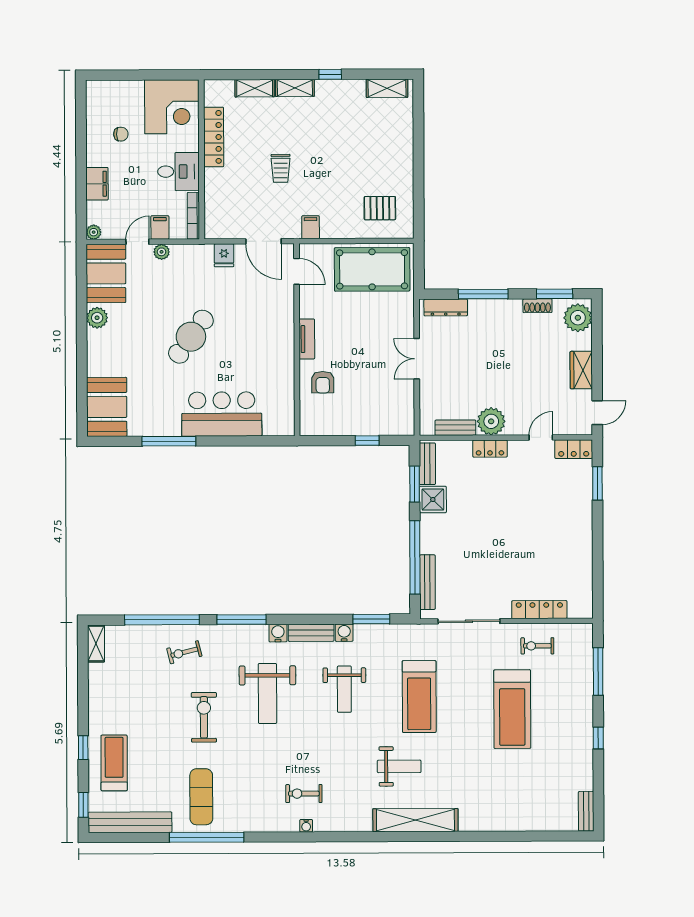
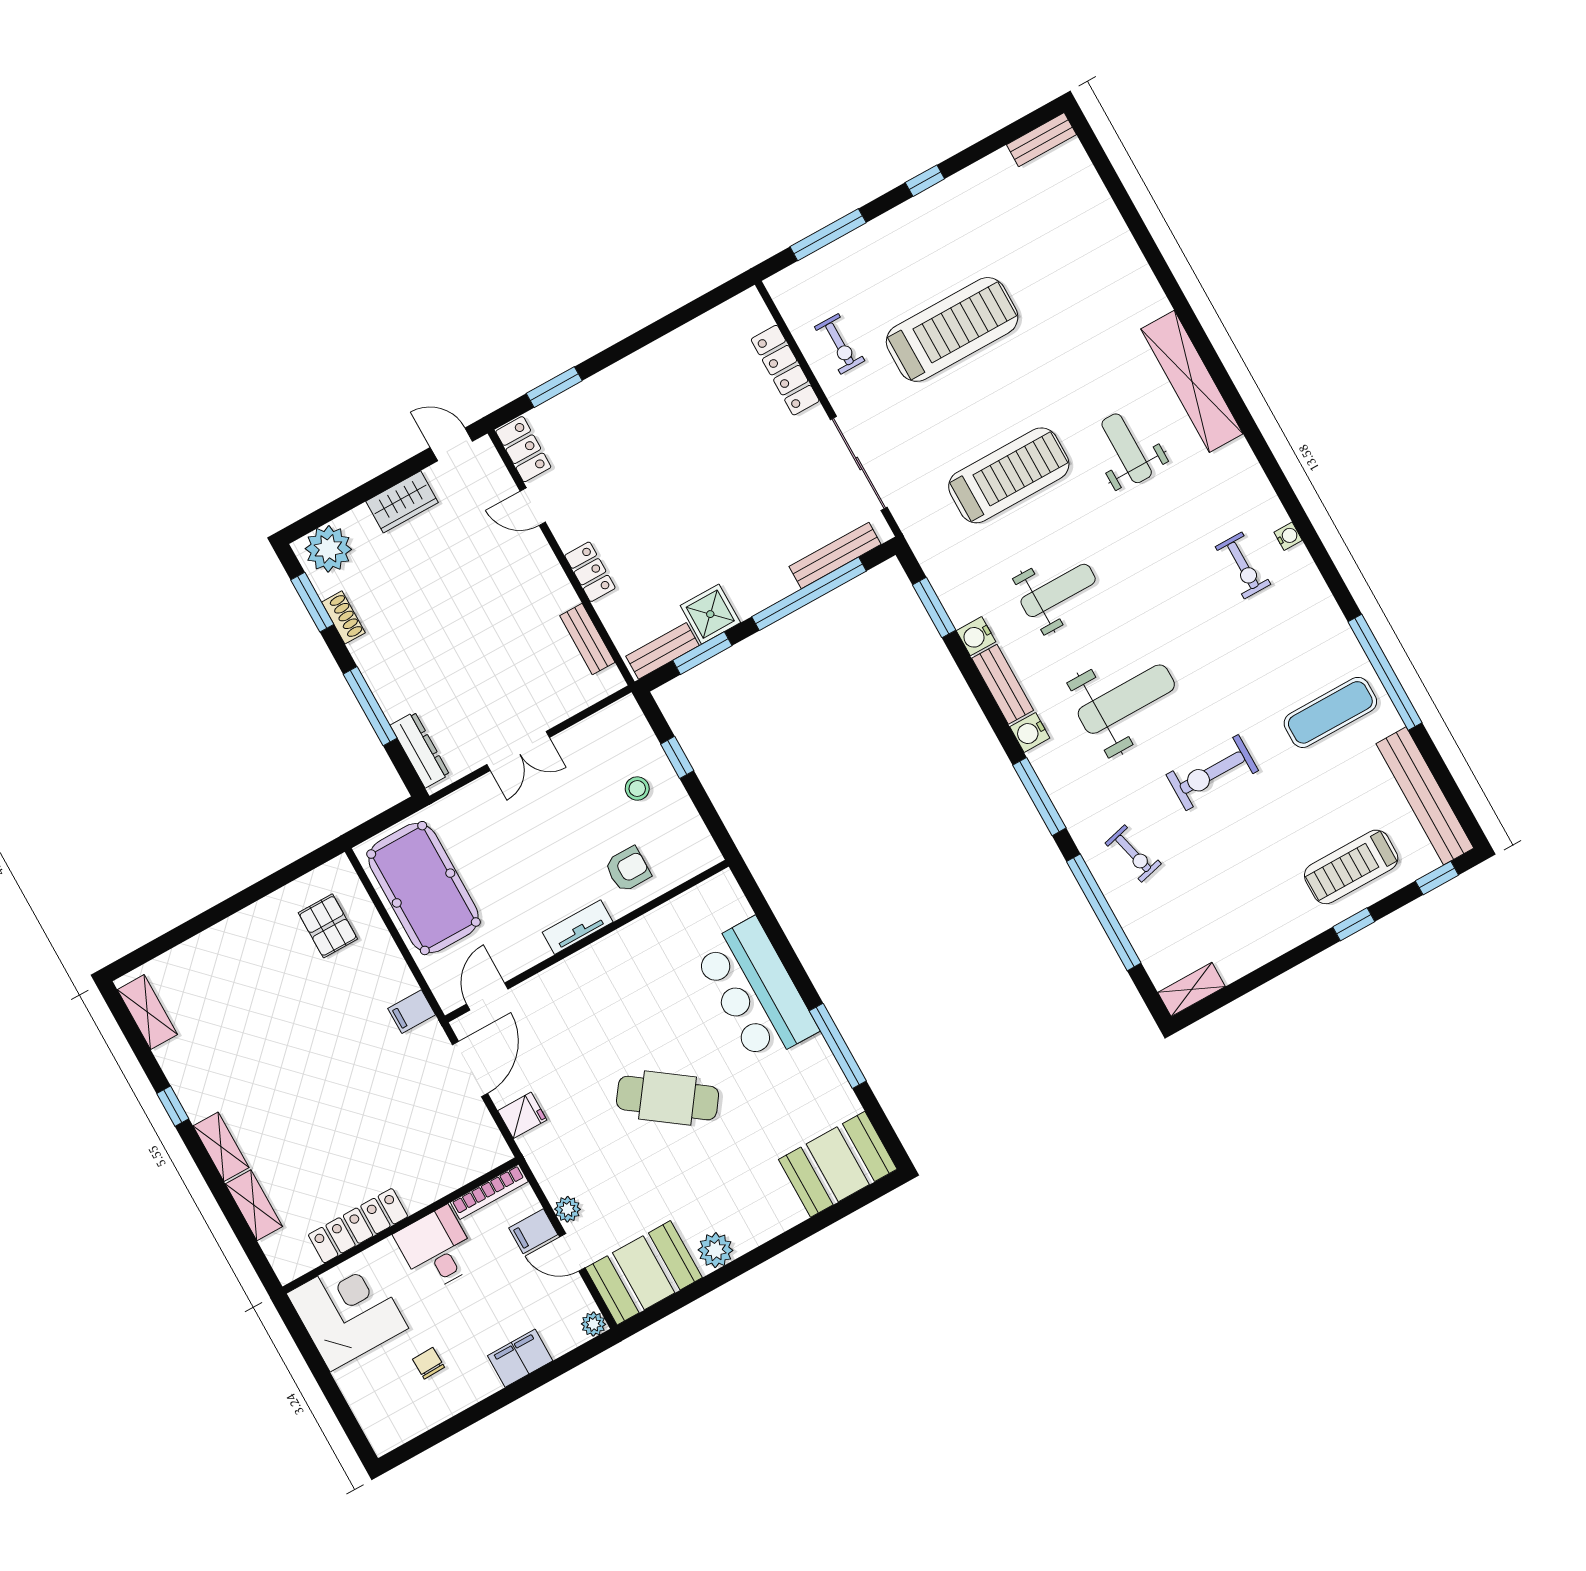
trolley: (281, 168) -> (350, 1103), removed
stool: (362, 411) -> (637, 788), added
plant: (491, 421) -> (549, 592), removed

